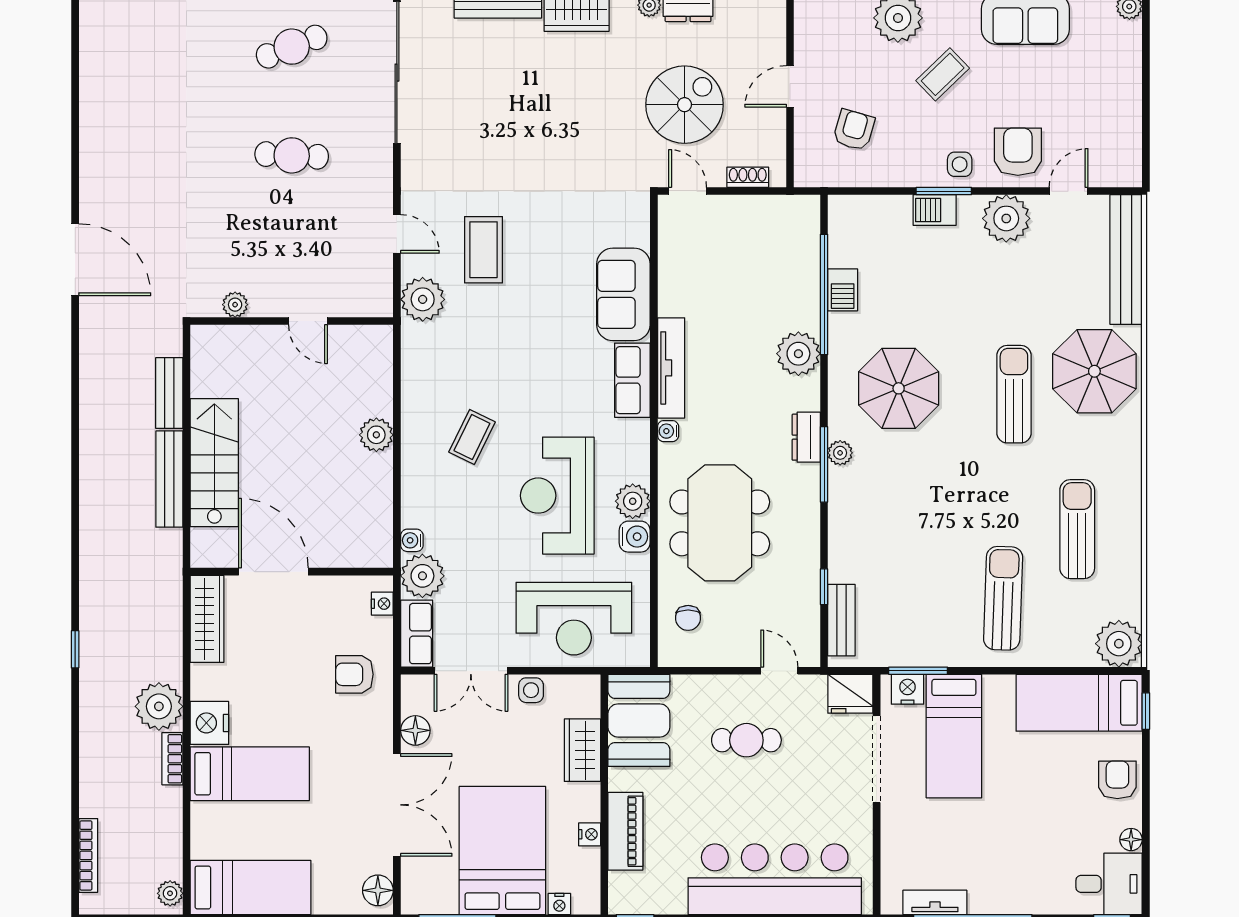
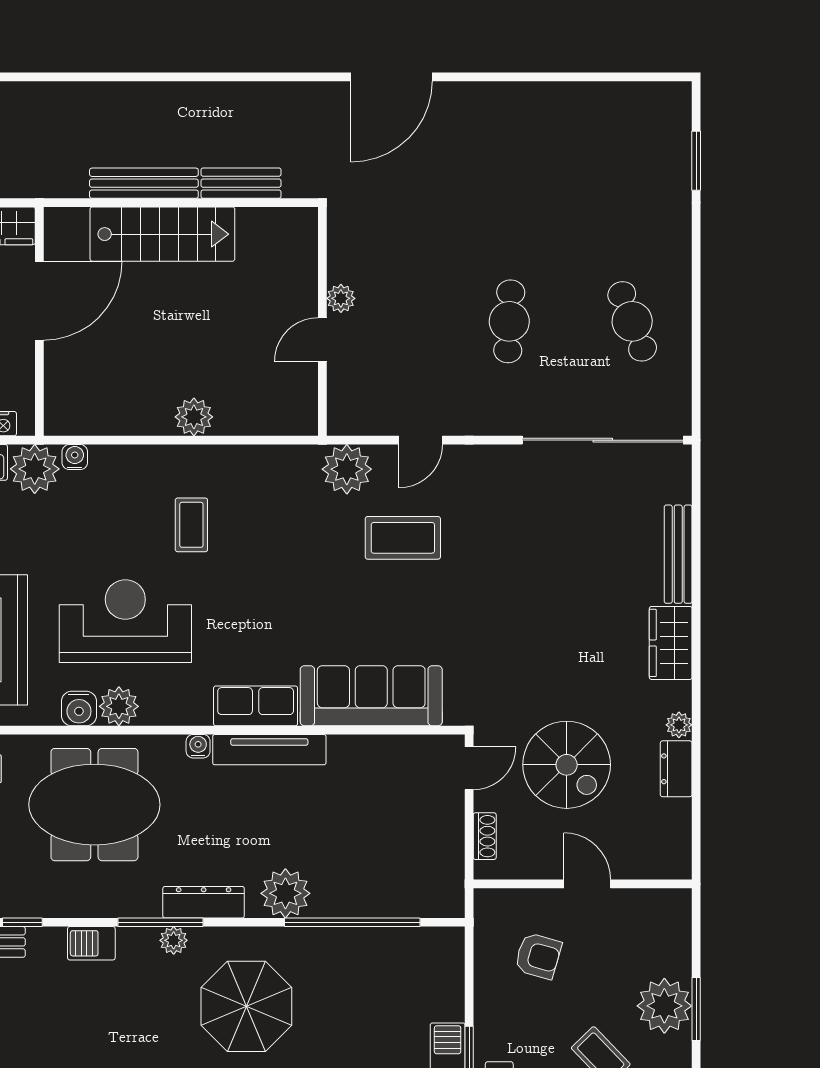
barbecue: (843, 290) -> (91, 943), moved
sofa: (623, 294) -> (371, 696), width x1.36
plant: (235, 305) -> (341, 298), moved
coffee table: (472, 437) -> (191, 525), turned 64
dresser: (806, 437) -> (204, 902), width x1.44

